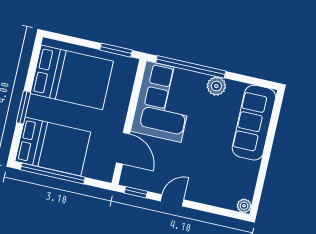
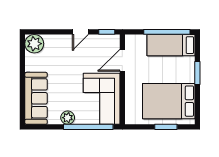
window: (116, 50) -> (166, 127), moved
bed: (53, 147) -> (171, 45), width x0.67
door: (123, 148) -> (122, 60), hinge flipped
plant: (244, 206) -> (34, 44), width x1.87, depth x1.87

